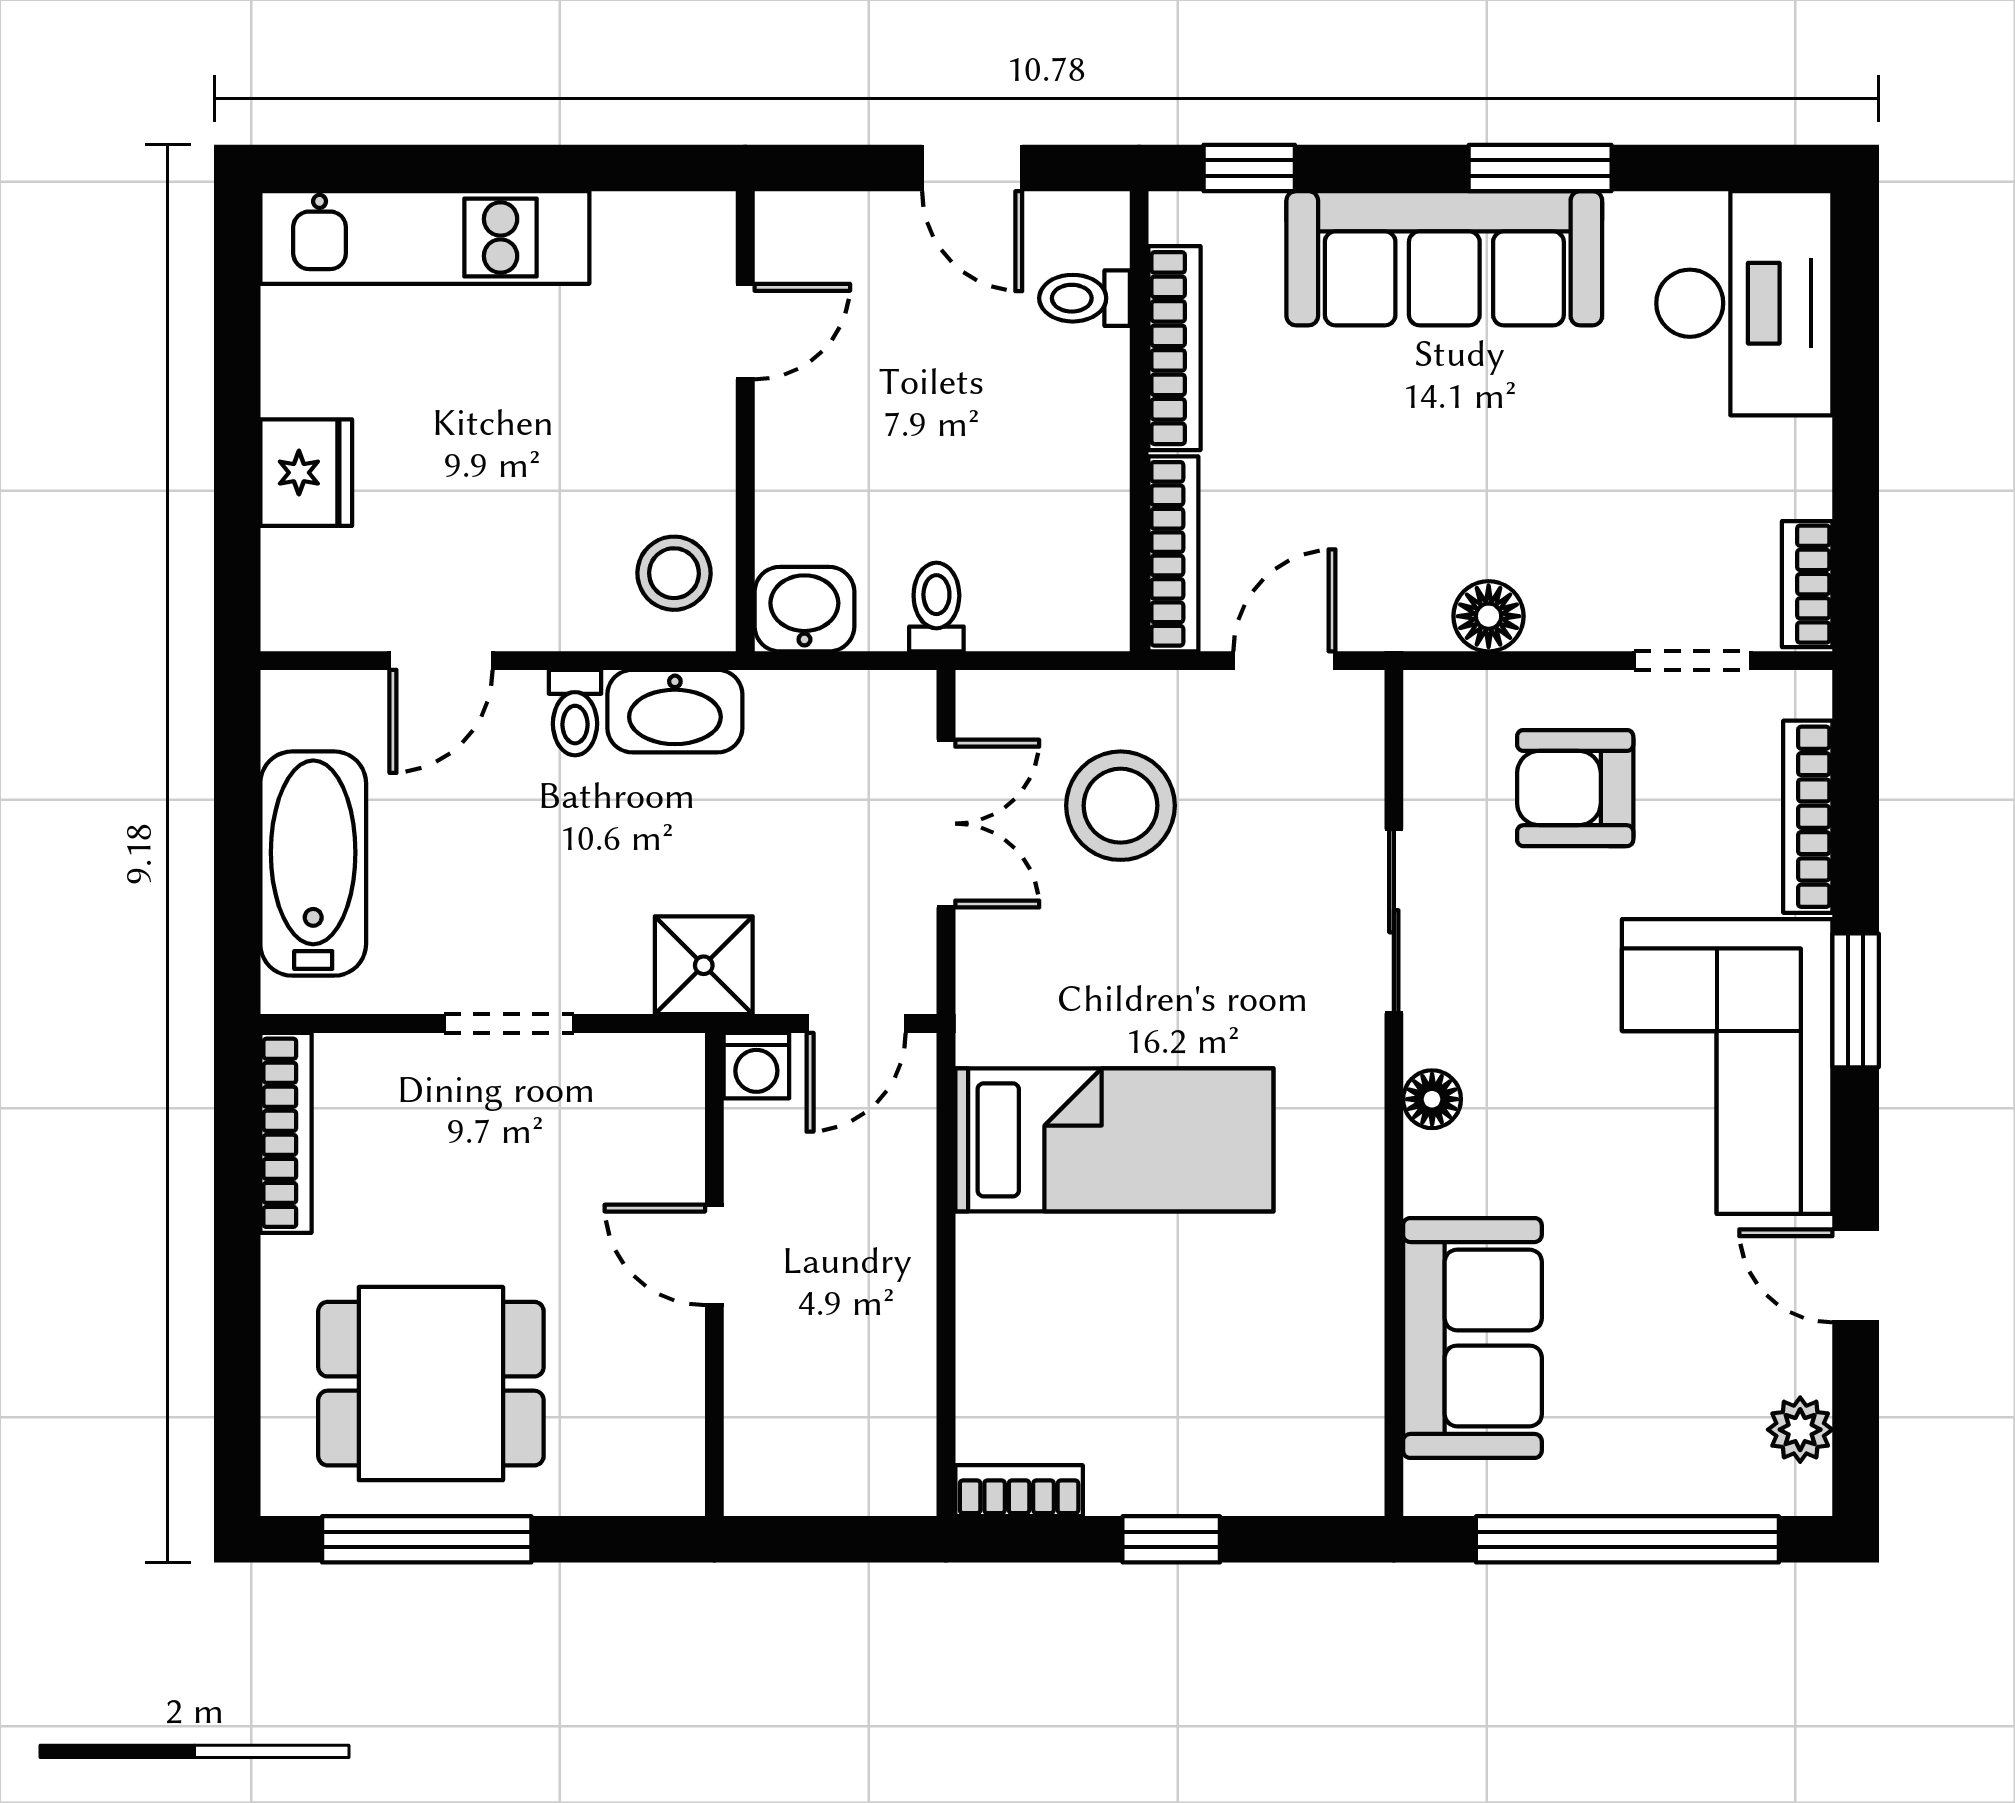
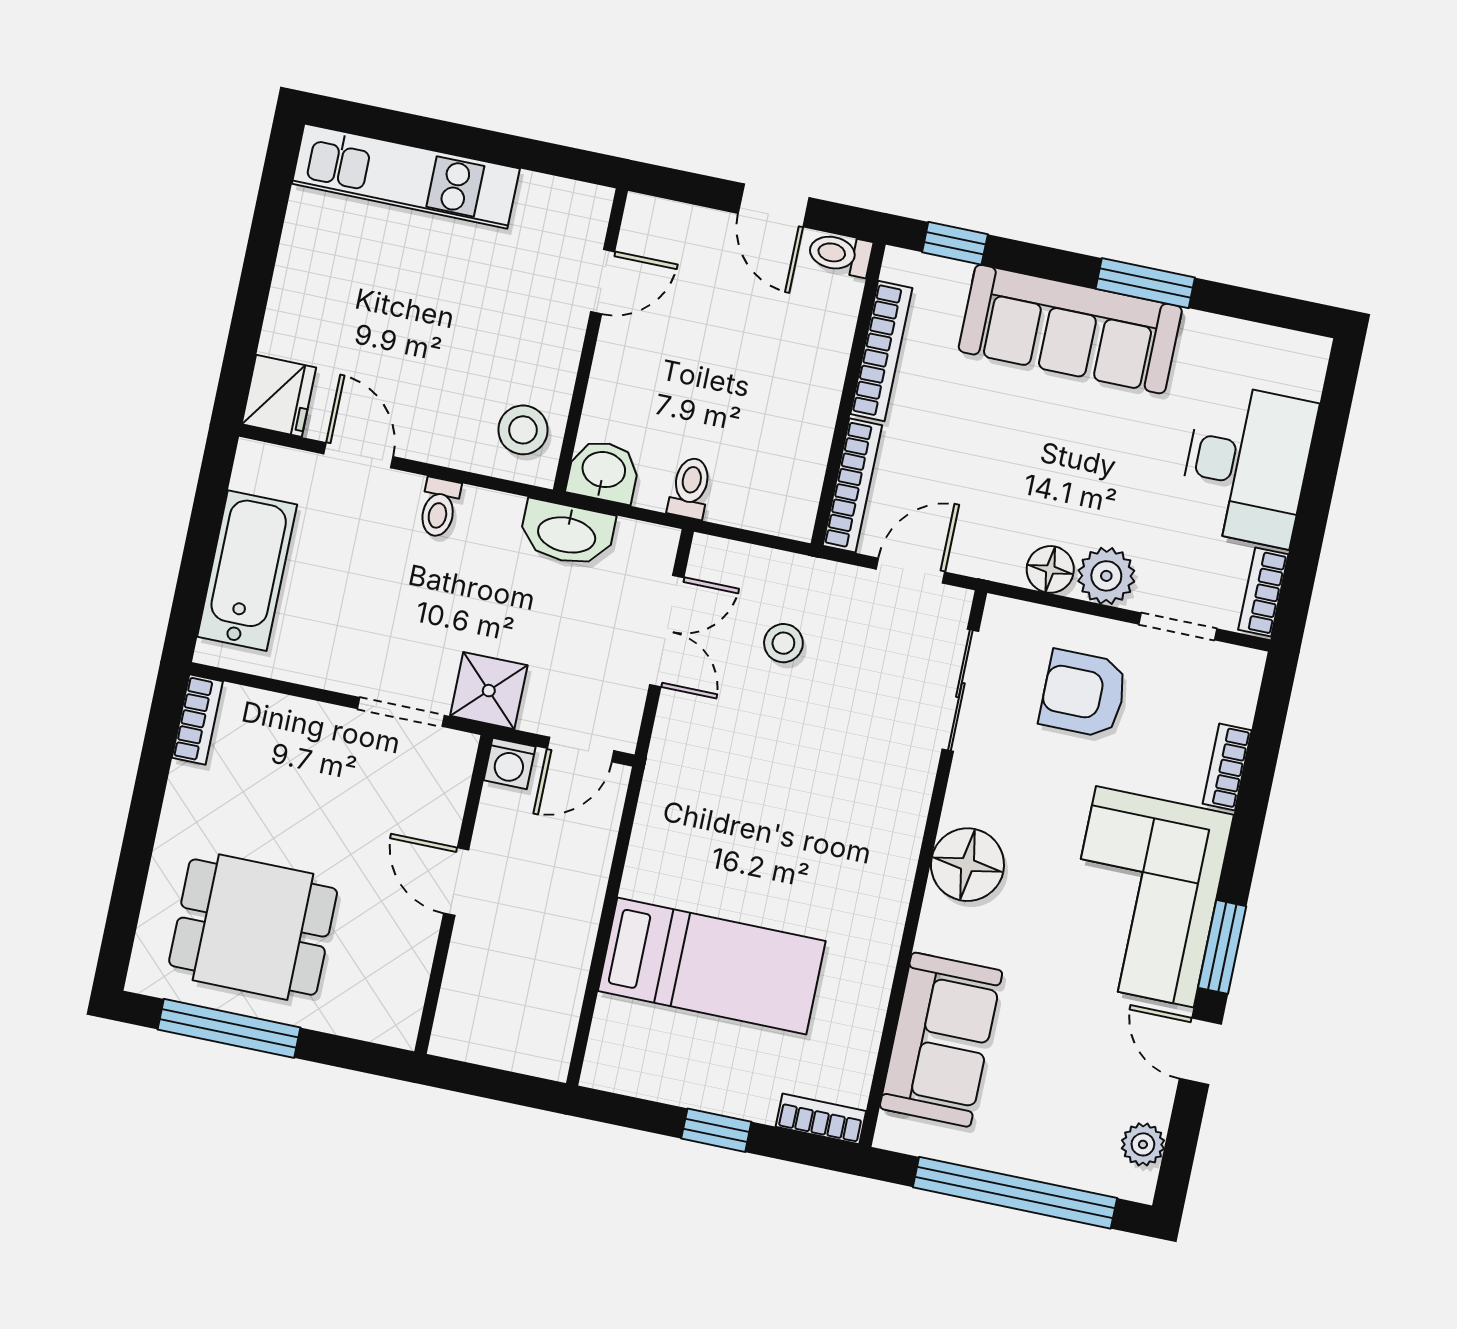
toilet: (1084, 298) -> (840, 254), moved
desk: (1744, 303) -> (1247, 465), moved
fridge: (306, 473) -> (279, 396), moved
plant: (1573, 608) -> (1106, 576), added
door: (441, 661) -> (358, 455), swing flipped
washbasin: (675, 711) -> (567, 533), moved
stool: (1121, 806) -> (783, 643), width x0.53, depth x0.53
bookcase: (1808, 817) -> (1227, 767), width x0.64
sliding door: (1394, 921) -> (960, 690), moved
window: (1856, 1000) -> (1222, 947), moved
doorway: (509, 1024) -> (401, 712), moved
floor lamp: (1432, 1099) -> (967, 865), width x1.89, depth x1.89
bookcase: (286, 1133) -> (197, 720), width x0.64
bed: (1114, 1140) -> (712, 966), moved
bookcase: (1019, 1491) -> (821, 1119), moved

